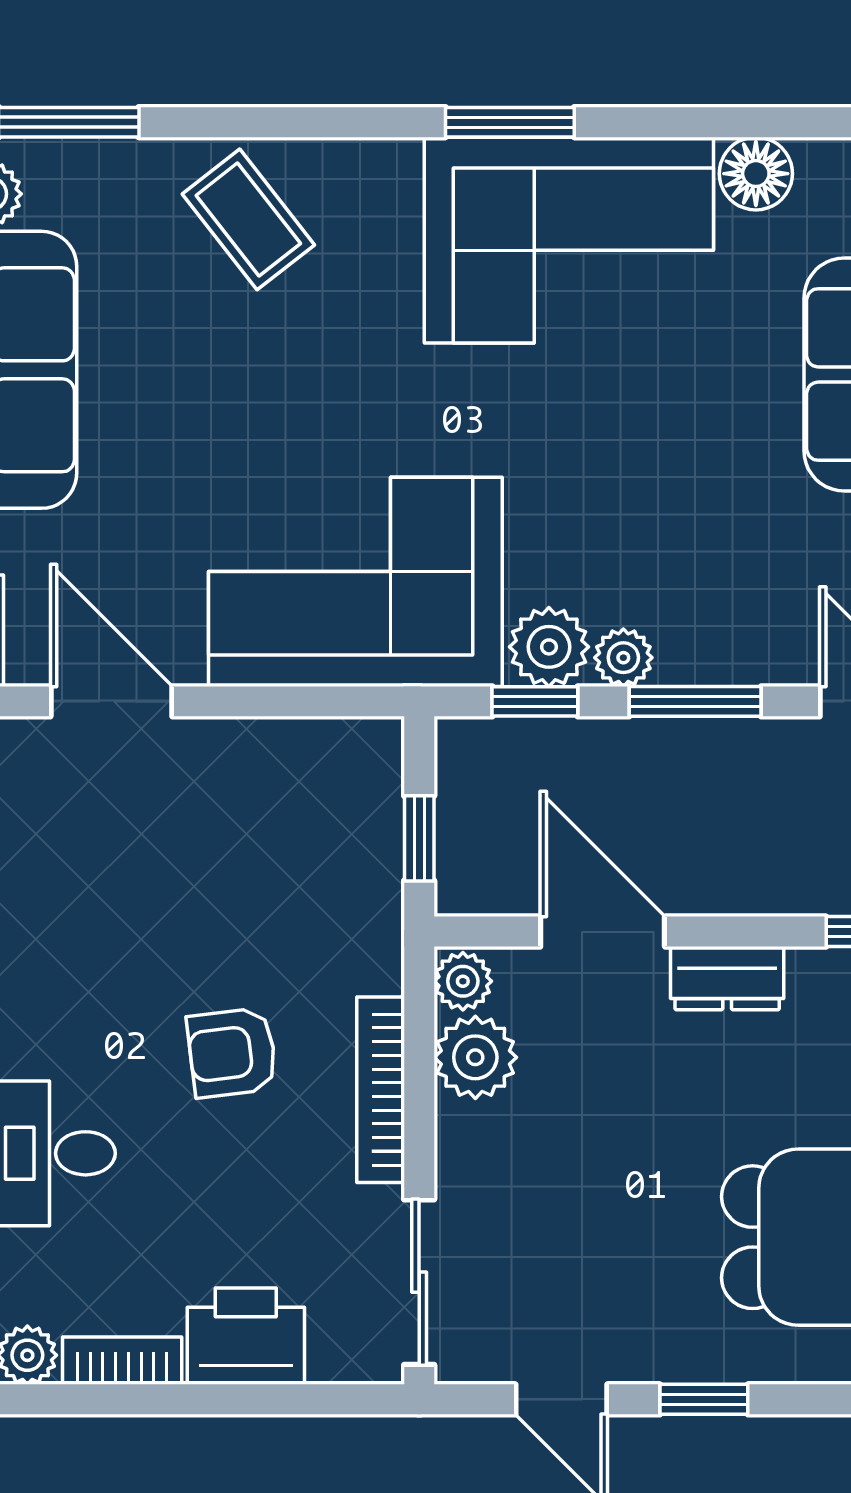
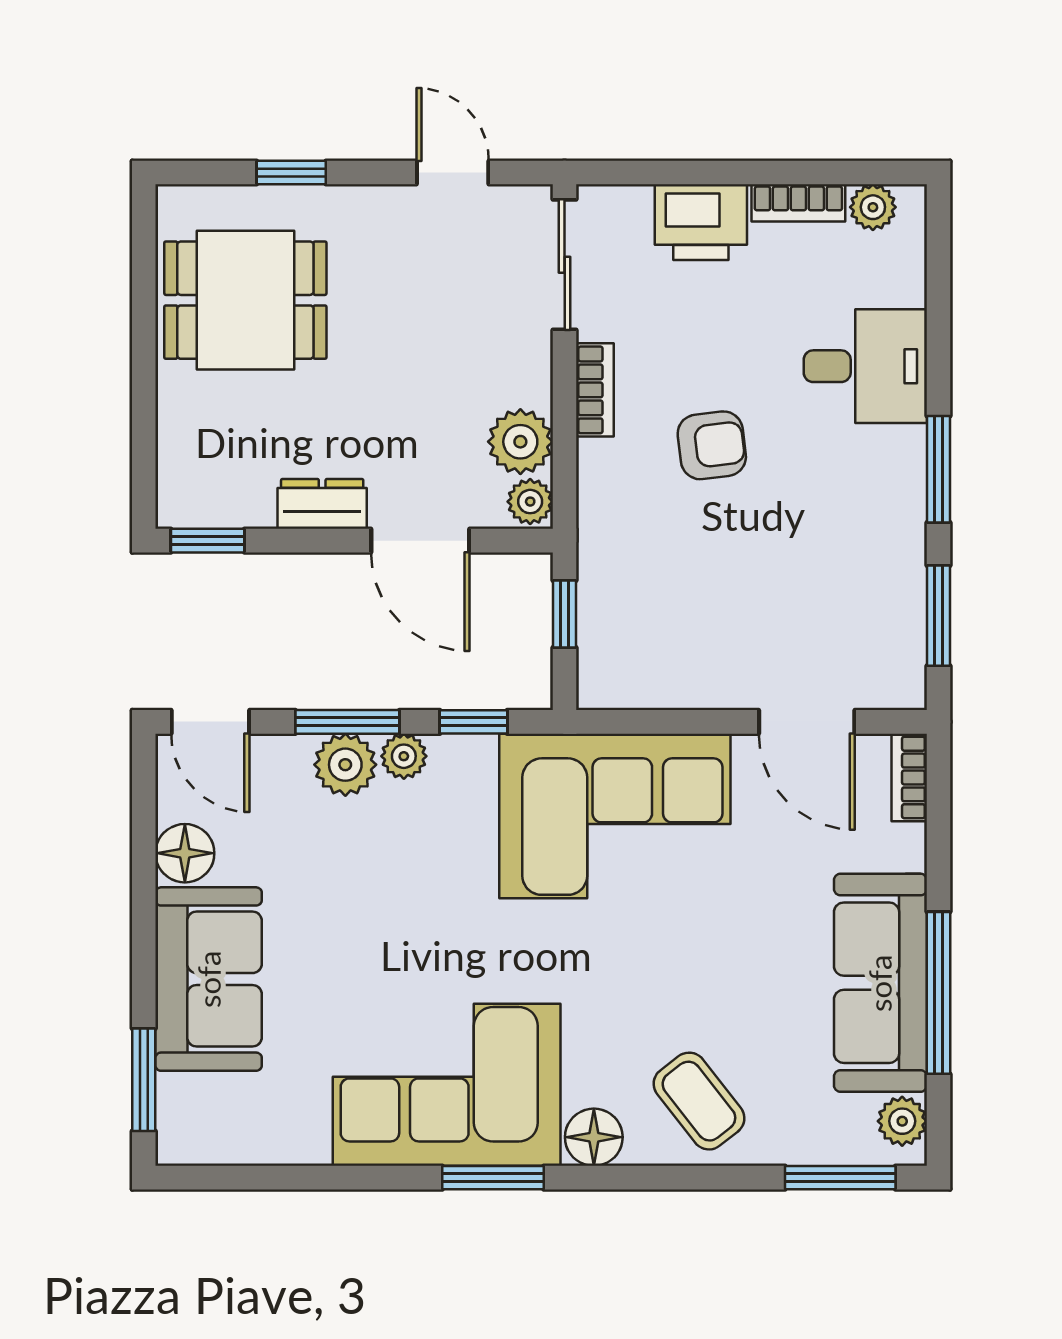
floor lamp: (756, 174) -> (594, 1137), moved
plant: (549, 647) -> (345, 765), moved
bookcase: (381, 1090) -> (595, 390), width x0.64
window: (704, 1399) -> (291, 173), moved

